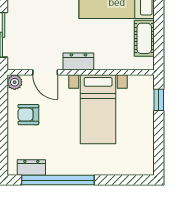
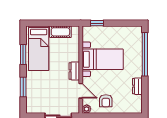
door: (45, 72) -> (81, 91), hinge flipped
dresser: (31, 168) -> (137, 86), moved
window: (58, 180) -> (145, 54), moved

